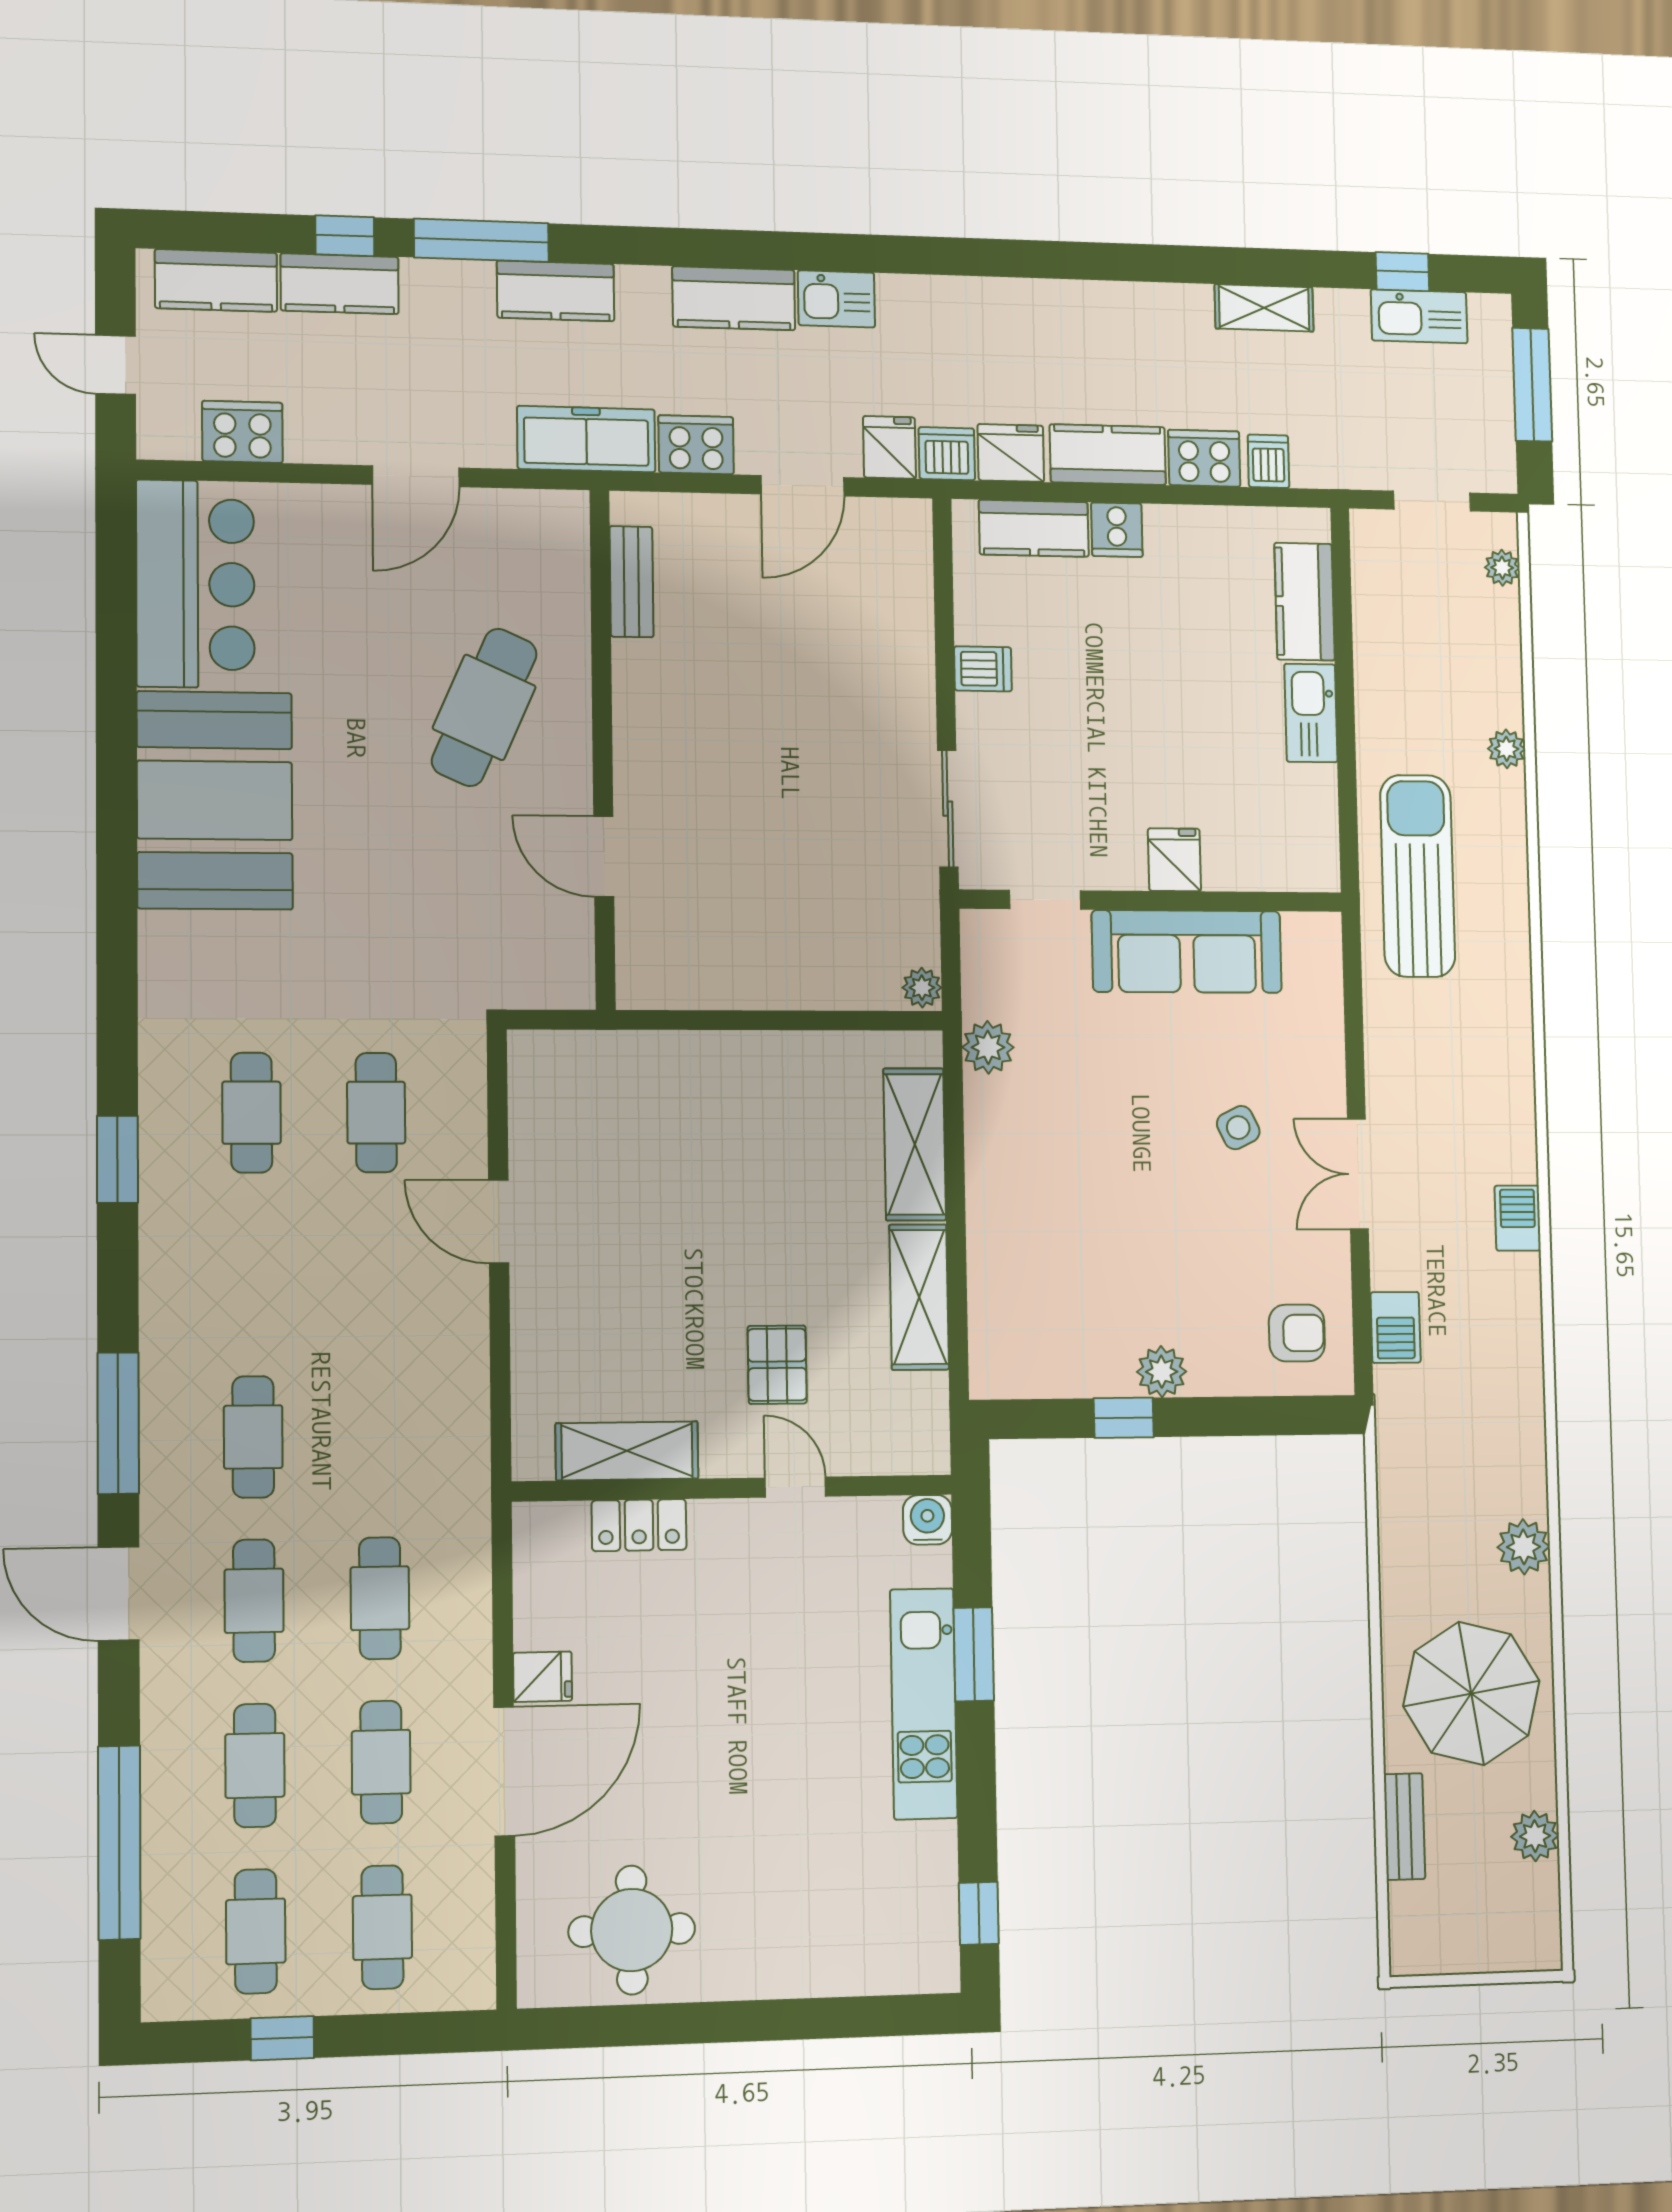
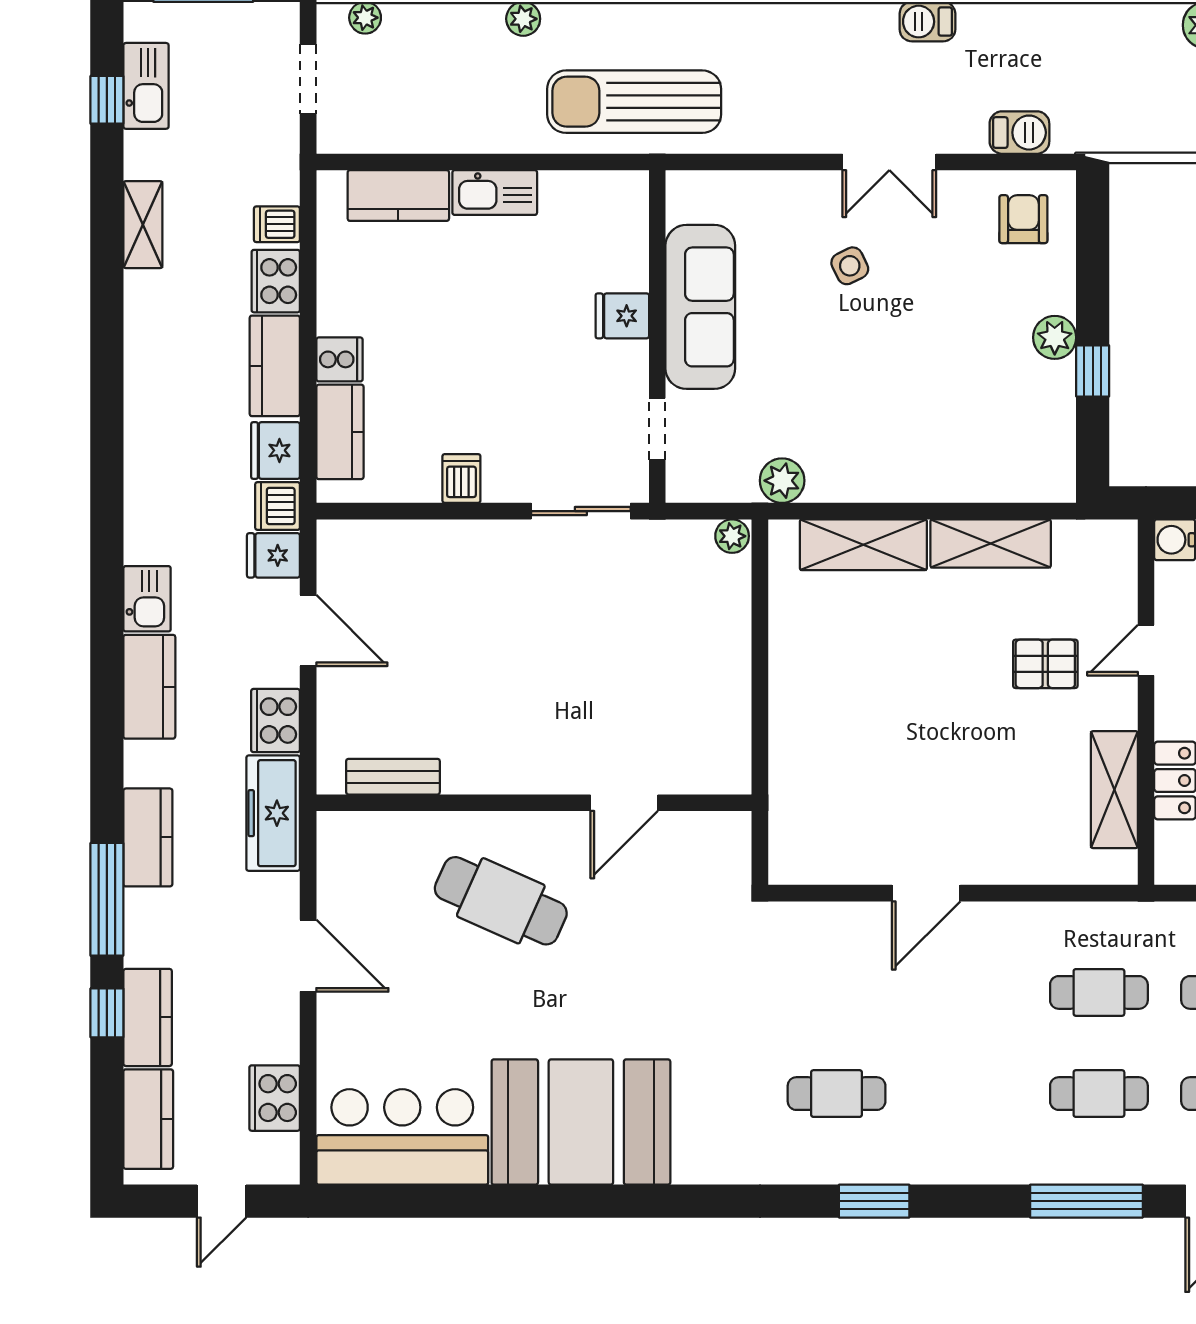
cafe table: (376, 1113) -> (1099, 992), moved

